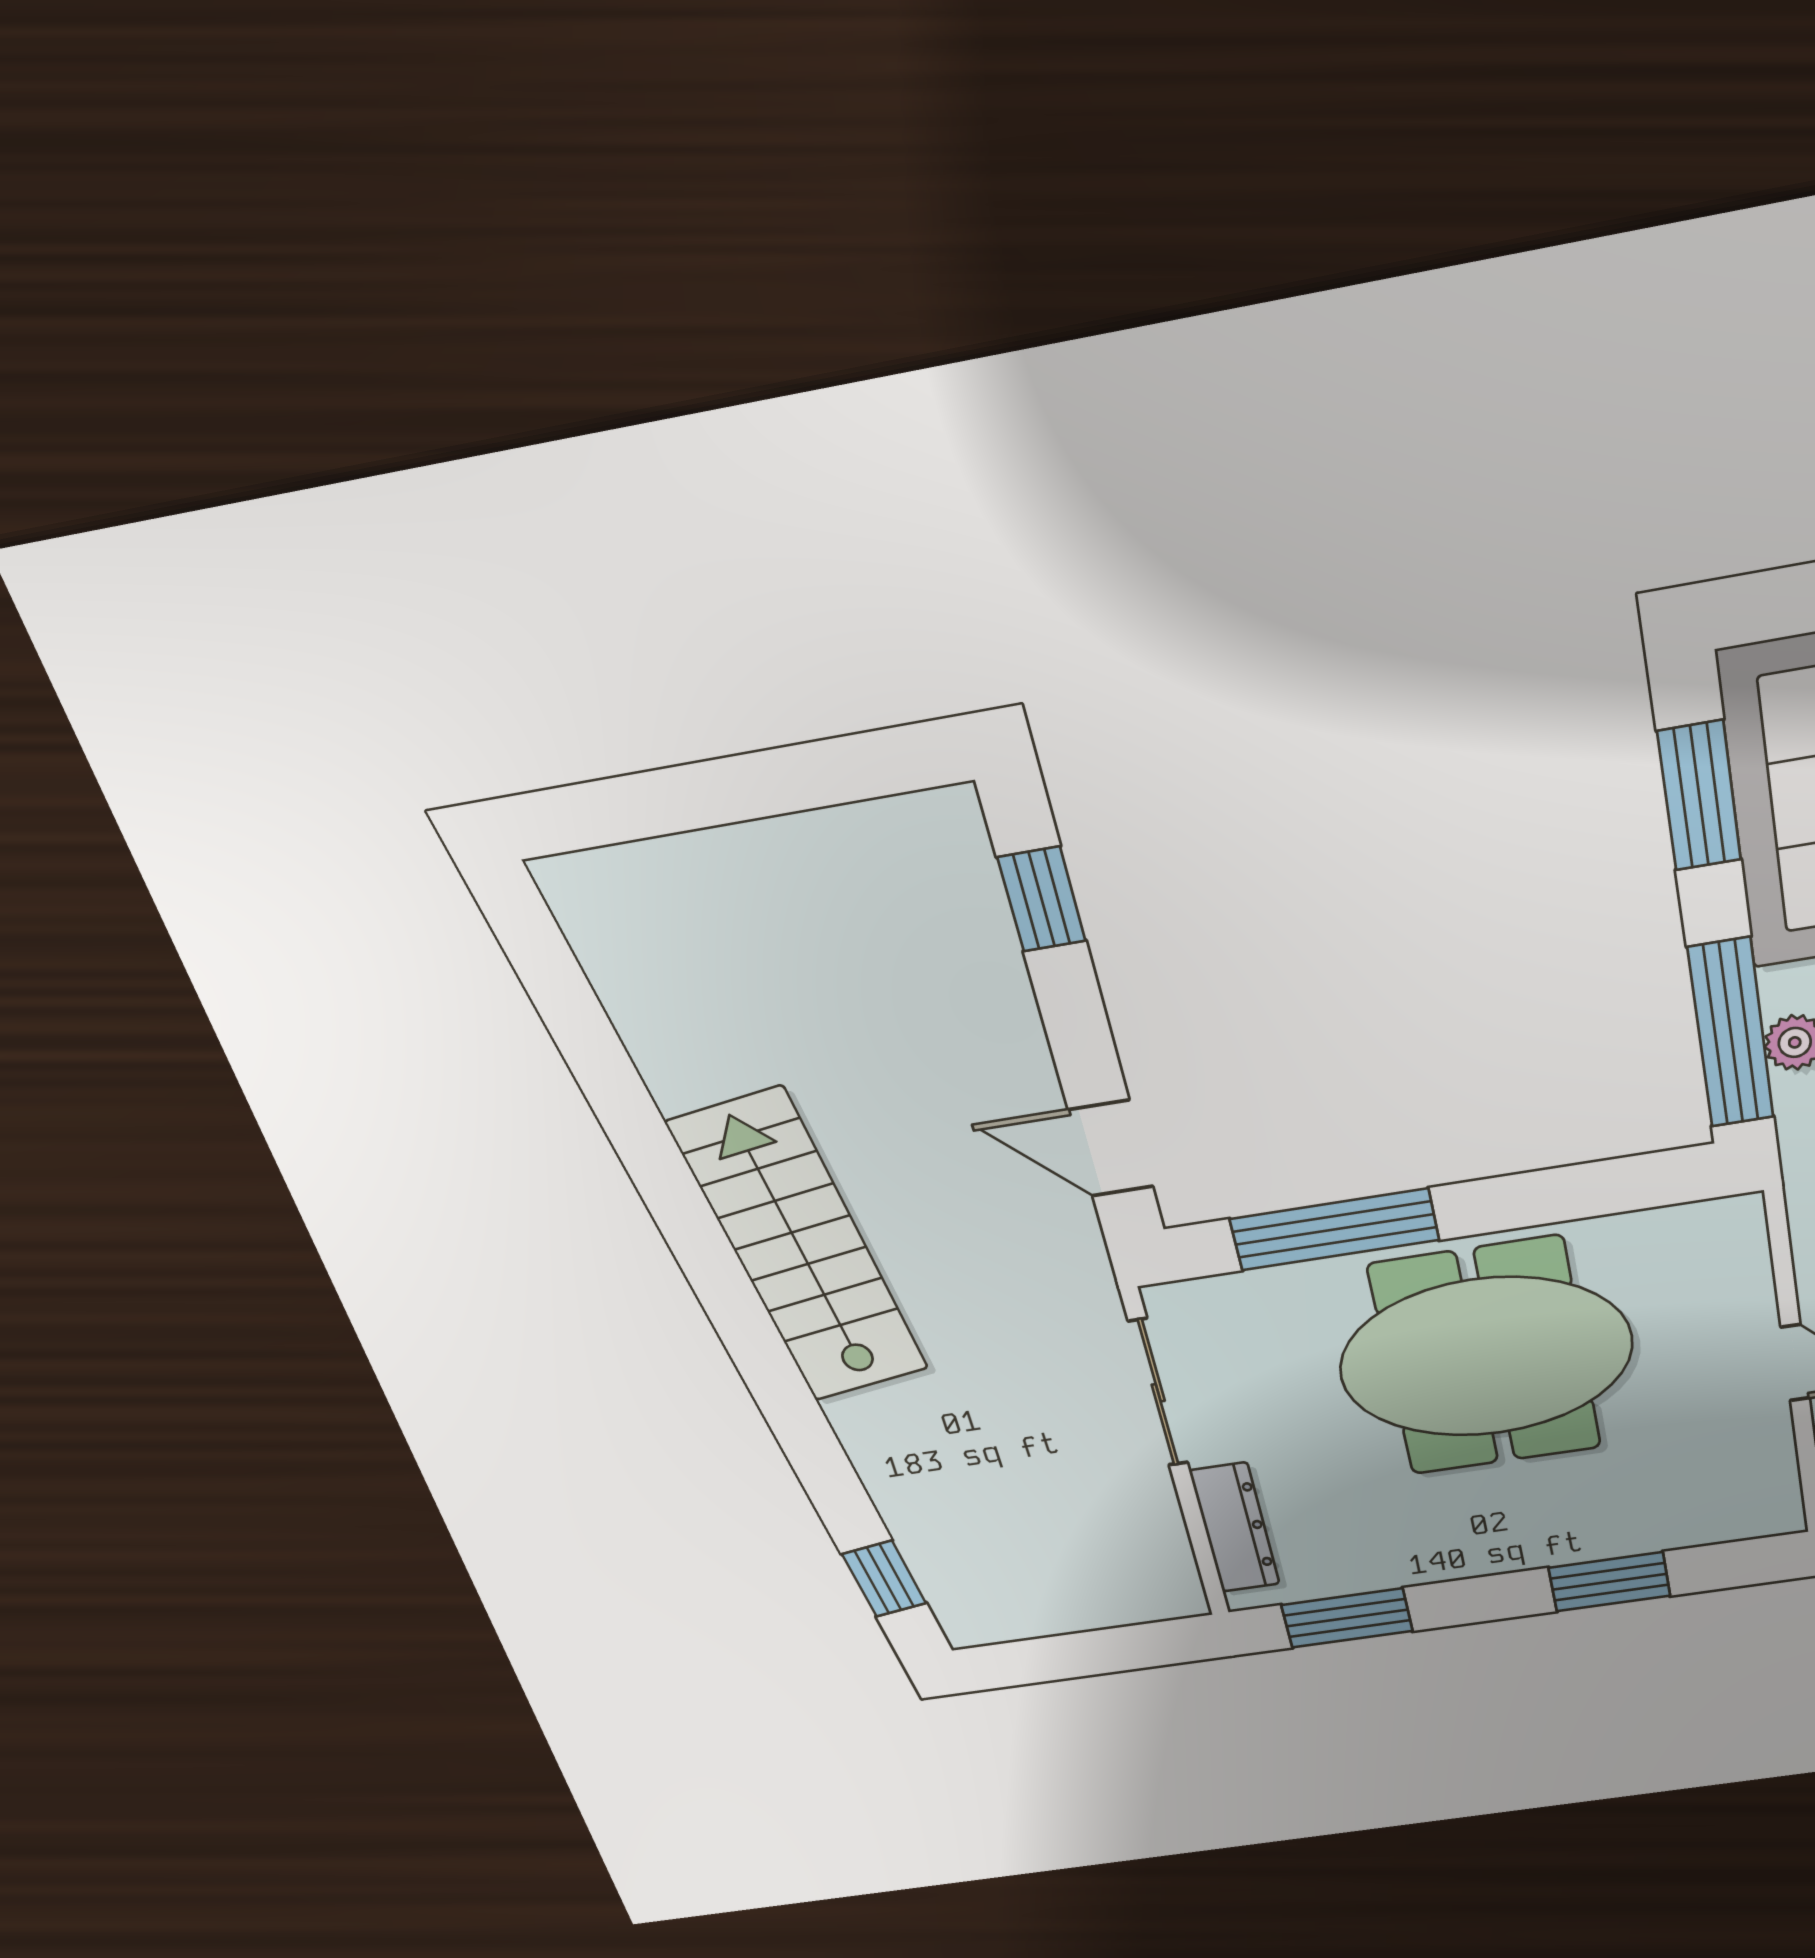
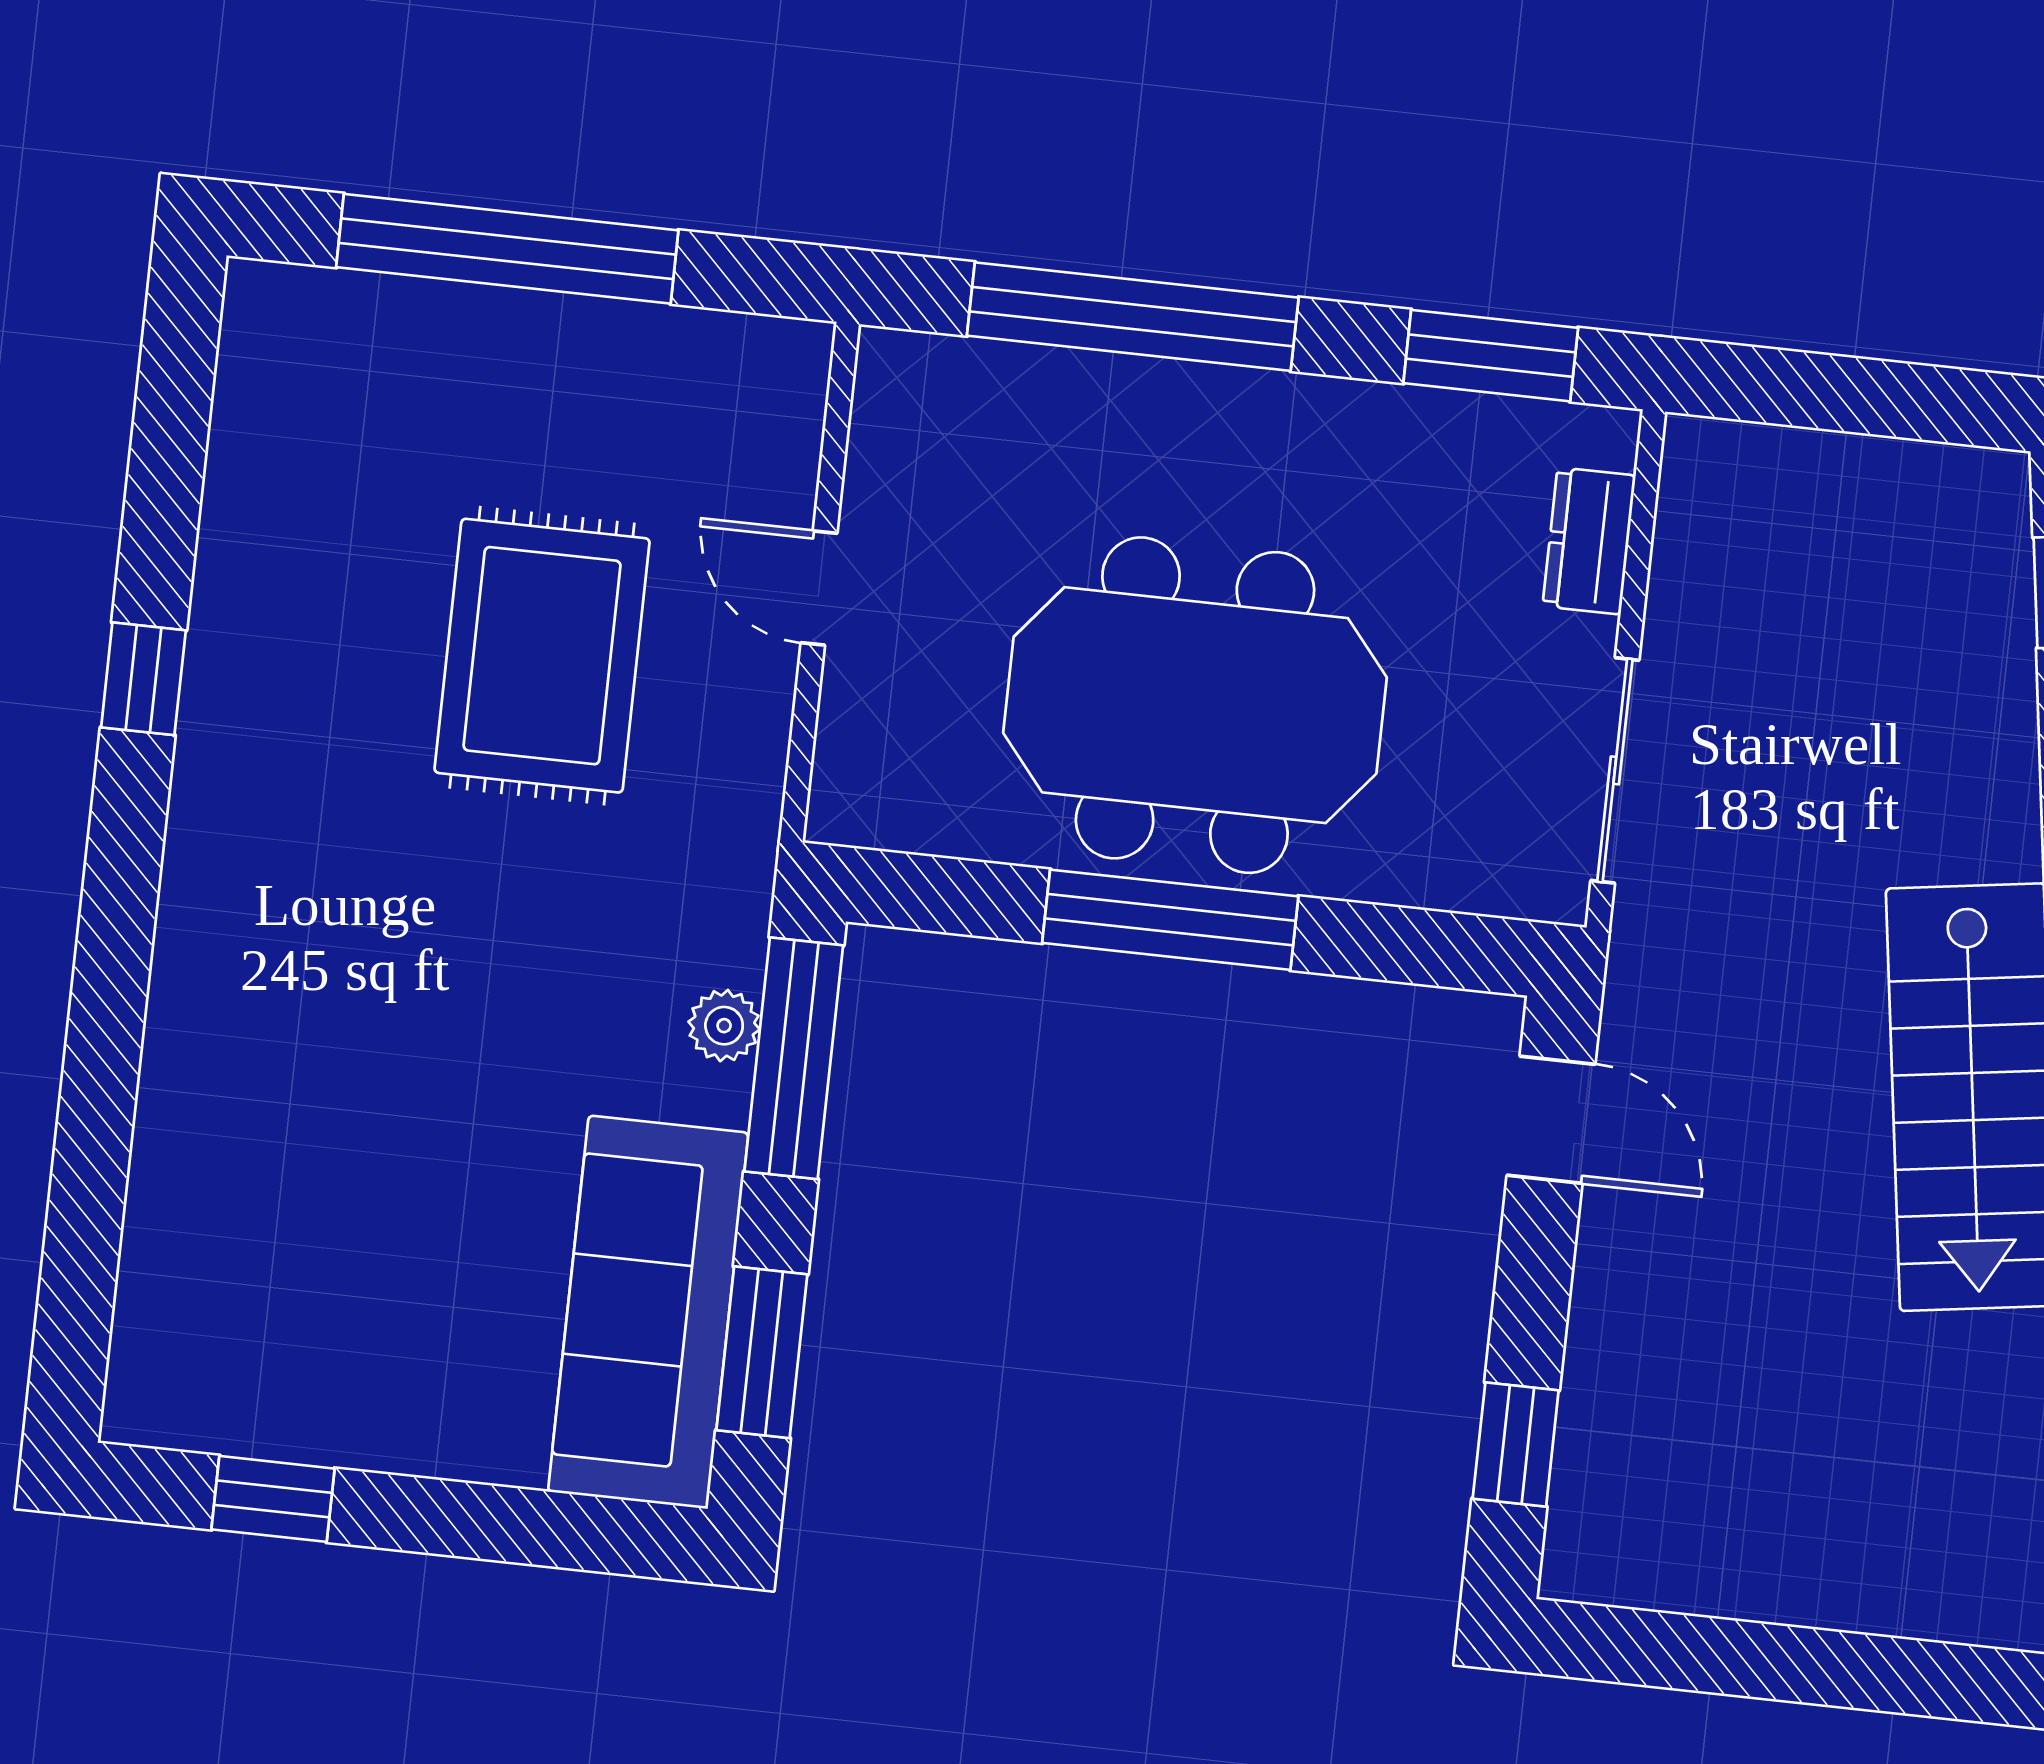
window: (1334, 1229) -> (1170, 920), moved
dresser: (1235, 1528) -> (1589, 541), width x0.70
window: (1609, 1582) -> (1133, 317), width x2.11

